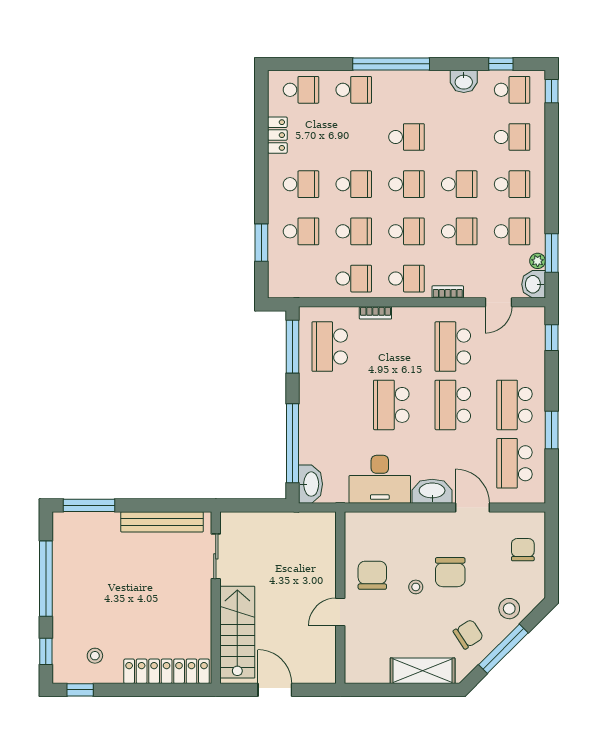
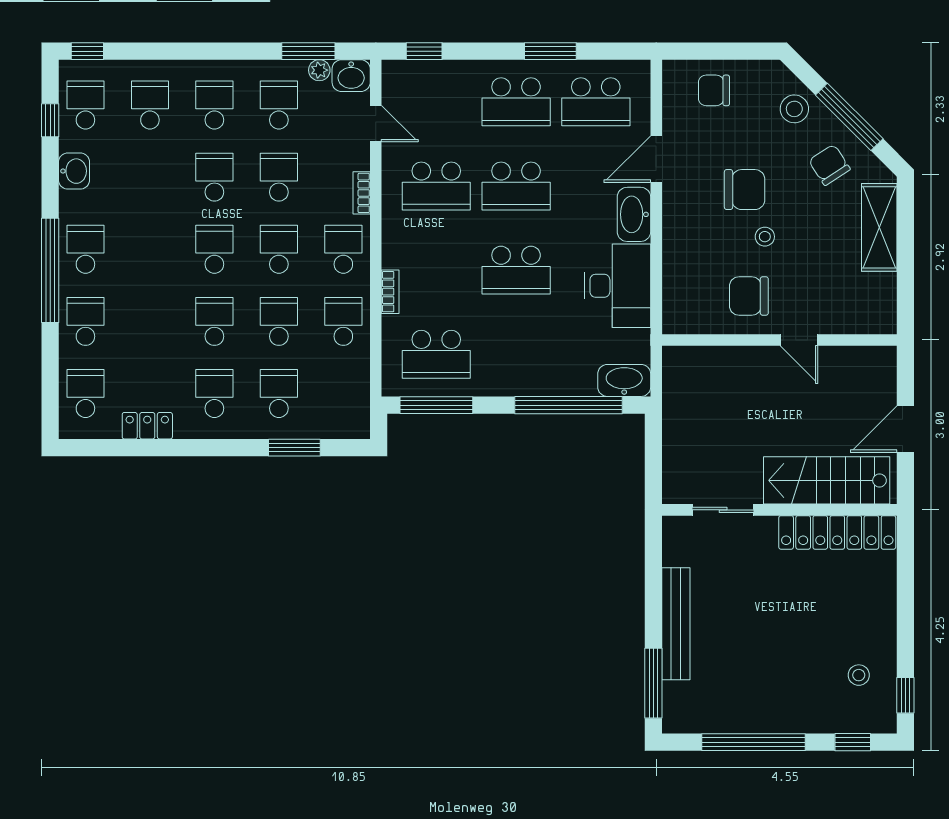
school desk: (406, 137) -> (85, 249), moved
bench: (162, 522) -> (676, 624), moved
locker: (167, 671) -> (837, 532), moved, turned -90

